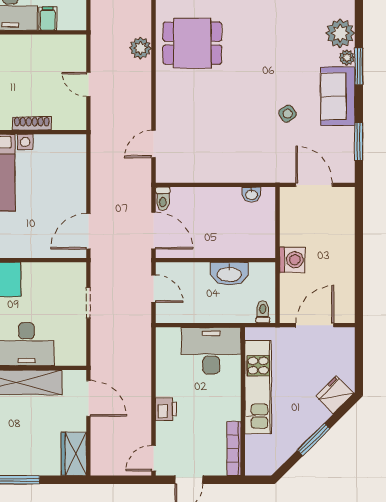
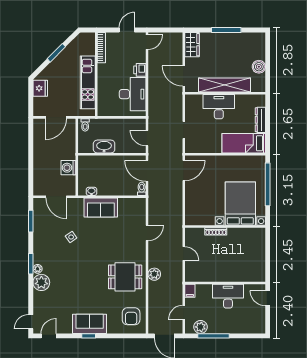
filing cabinet: (48, 19) -> (190, 291), moved
sofa: (338, 96) -> (101, 207), moved, turned 90
door: (153, 144) -> (147, 233), moved
washing machine: (292, 260) -> (68, 168), moved
desk: (211, 351) -> (133, 94), moved, turned -90
fridge: (335, 395) -> (40, 88), moved, turned -45

